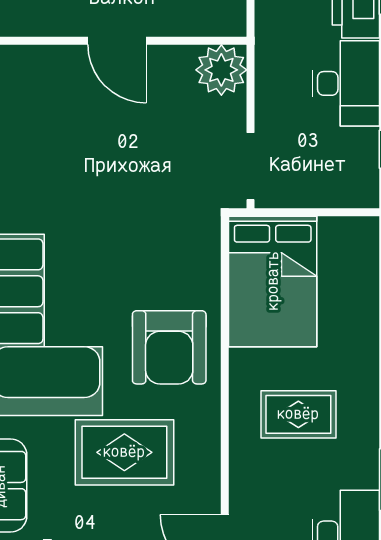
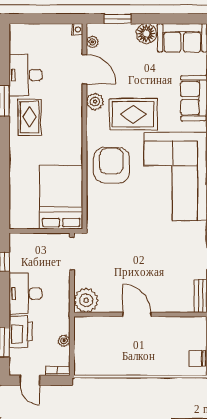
rug: (298, 414) -> (30, 117), moved, turned 90
plant: (203, 478) -> (95, 102), added

